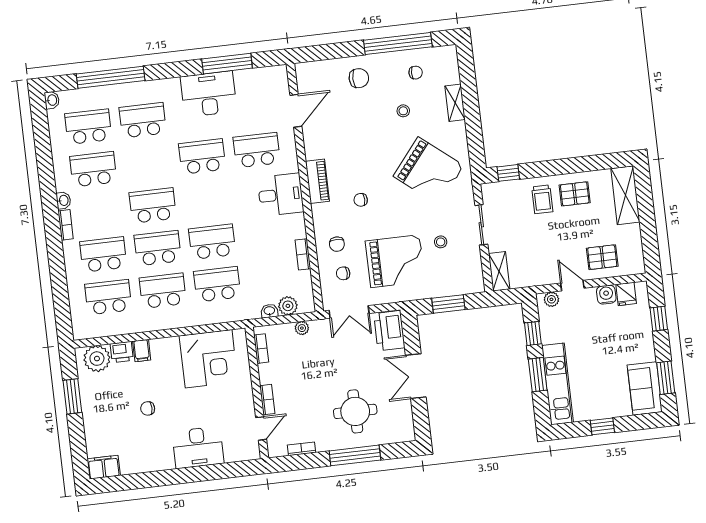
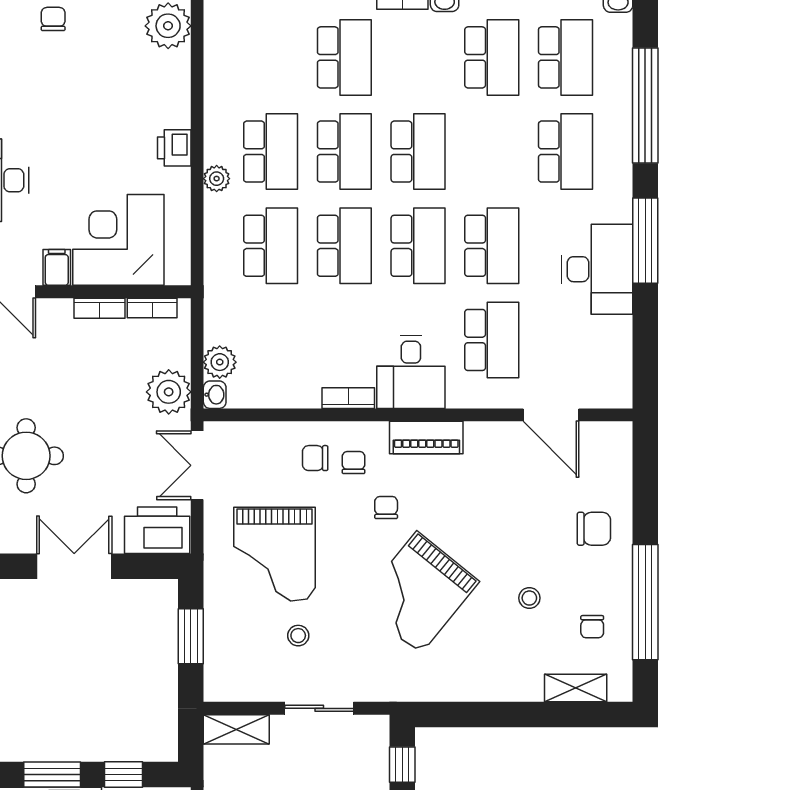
window: (227, 64) -> (645, 241), moved
chair: (359, 78) -> (594, 529), turned -90
shelving: (455, 103) -> (576, 688), moved
grand piano: (429, 171) -> (419, 593), moved
bookcase: (303, 254) -> (348, 398), moved
chair: (343, 273) -> (354, 462), moved
school desk: (108, 297) -> (418, 246), moved
washbasin: (269, 311) -> (215, 395), moved
plant: (182, 320) -> (217, 179), added
plant: (302, 328) -> (169, 392), width x1.88, depth x1.88
filing cabinet: (142, 351) -> (57, 267), moved, turned 90
printer: (122, 352) -> (174, 148), moved
corner desk: (209, 359) -> (118, 240), moved, turned 90
bookcase: (267, 400) -> (99, 308), moved
chair: (148, 408) -> (53, 19), moved

